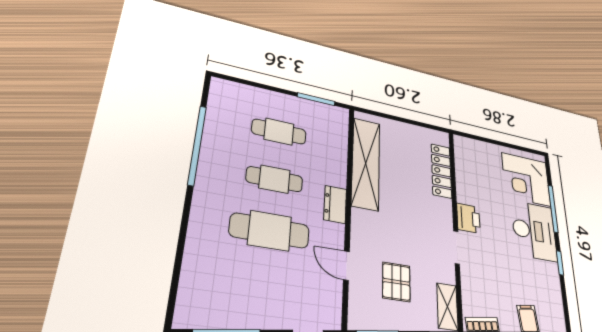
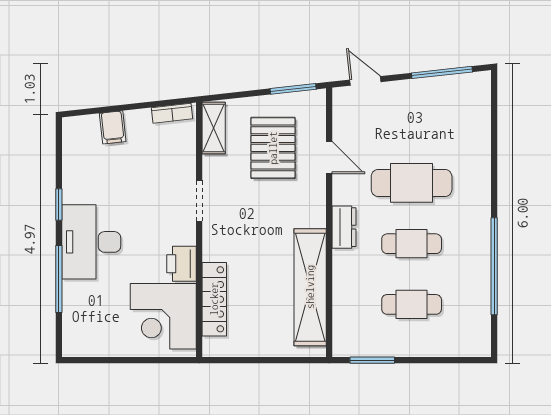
corner desk: (526, 179) -> (163, 316), moved, turned 180
printer: (468, 218) -> (181, 264), moved
pallet: (396, 282) -> (273, 148), width x1.50, depth x1.42

